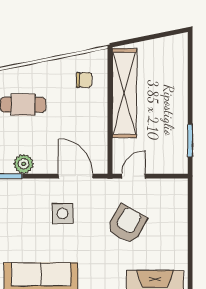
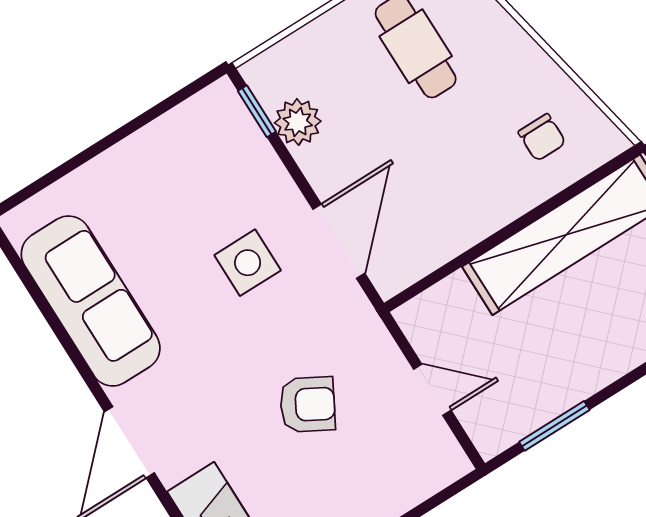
door: (133, 176) -> (432, 390), moved
armchair: (127, 224) -> (308, 404), width x0.72, depth x0.72

